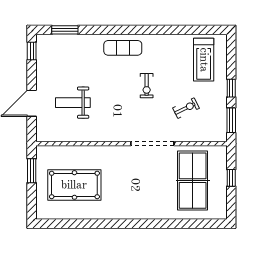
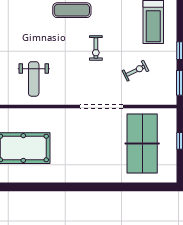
weight bench: (73, 103) -> (34, 79), moved, turned -90

